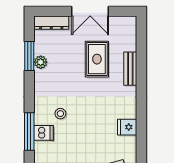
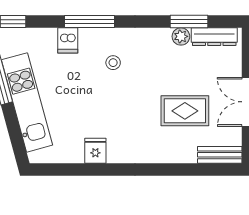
dresser: (51, 23) -> (214, 37), moved, turned -90
bench: (130, 69) -> (220, 155), moved
dishwasher: (44, 133) -> (68, 40), moved

